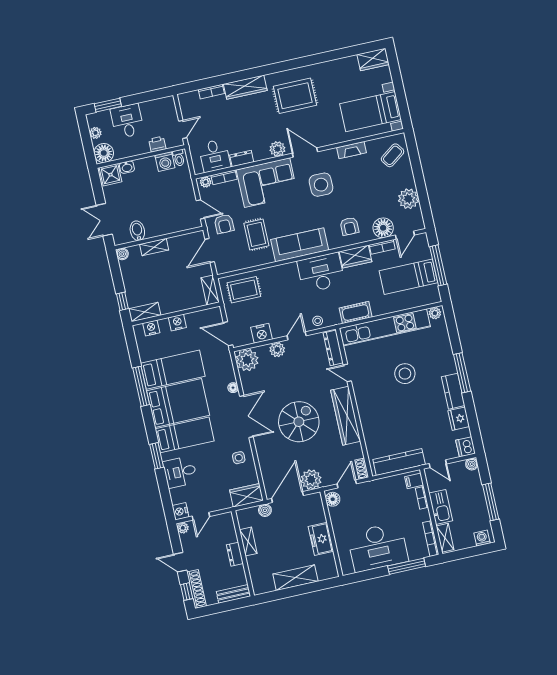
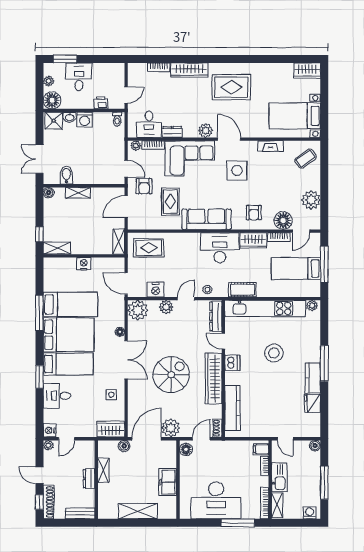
washing machine: (165, 162) -> (85, 120), moved
nightstand: (151, 328) -> (60, 263), removed
dishwasher: (466, 447) -> (232, 363), moved, turned 180
kitchen counter: (399, 462) -> (232, 408), moved, turned 90

